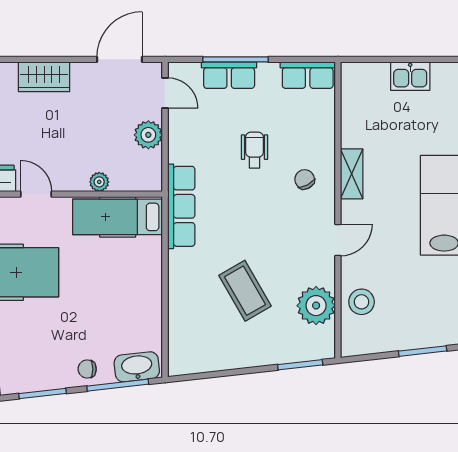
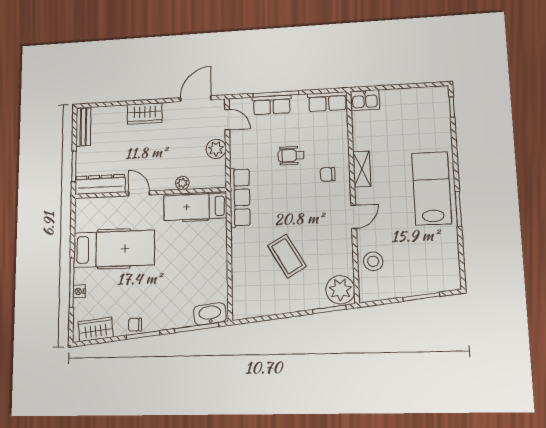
kitchen sink: (410, 76) -> (365, 100), moved
wheelchair: (254, 150) -> (291, 156), turned -90
chair: (305, 179) -> (328, 174), turned -62
plant: (316, 306) -> (340, 290), moved
chair: (87, 369) -> (135, 325), moved

